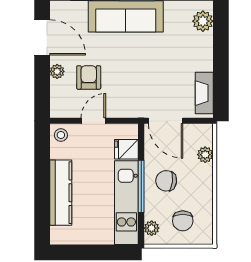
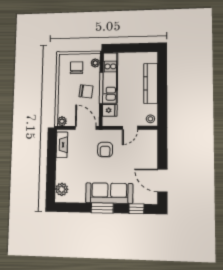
plant: (57, 71) -> (153, 159), removed
armchair: (89, 77) -> (105, 150), moved
plant: (205, 155) -> (62, 121), moved

